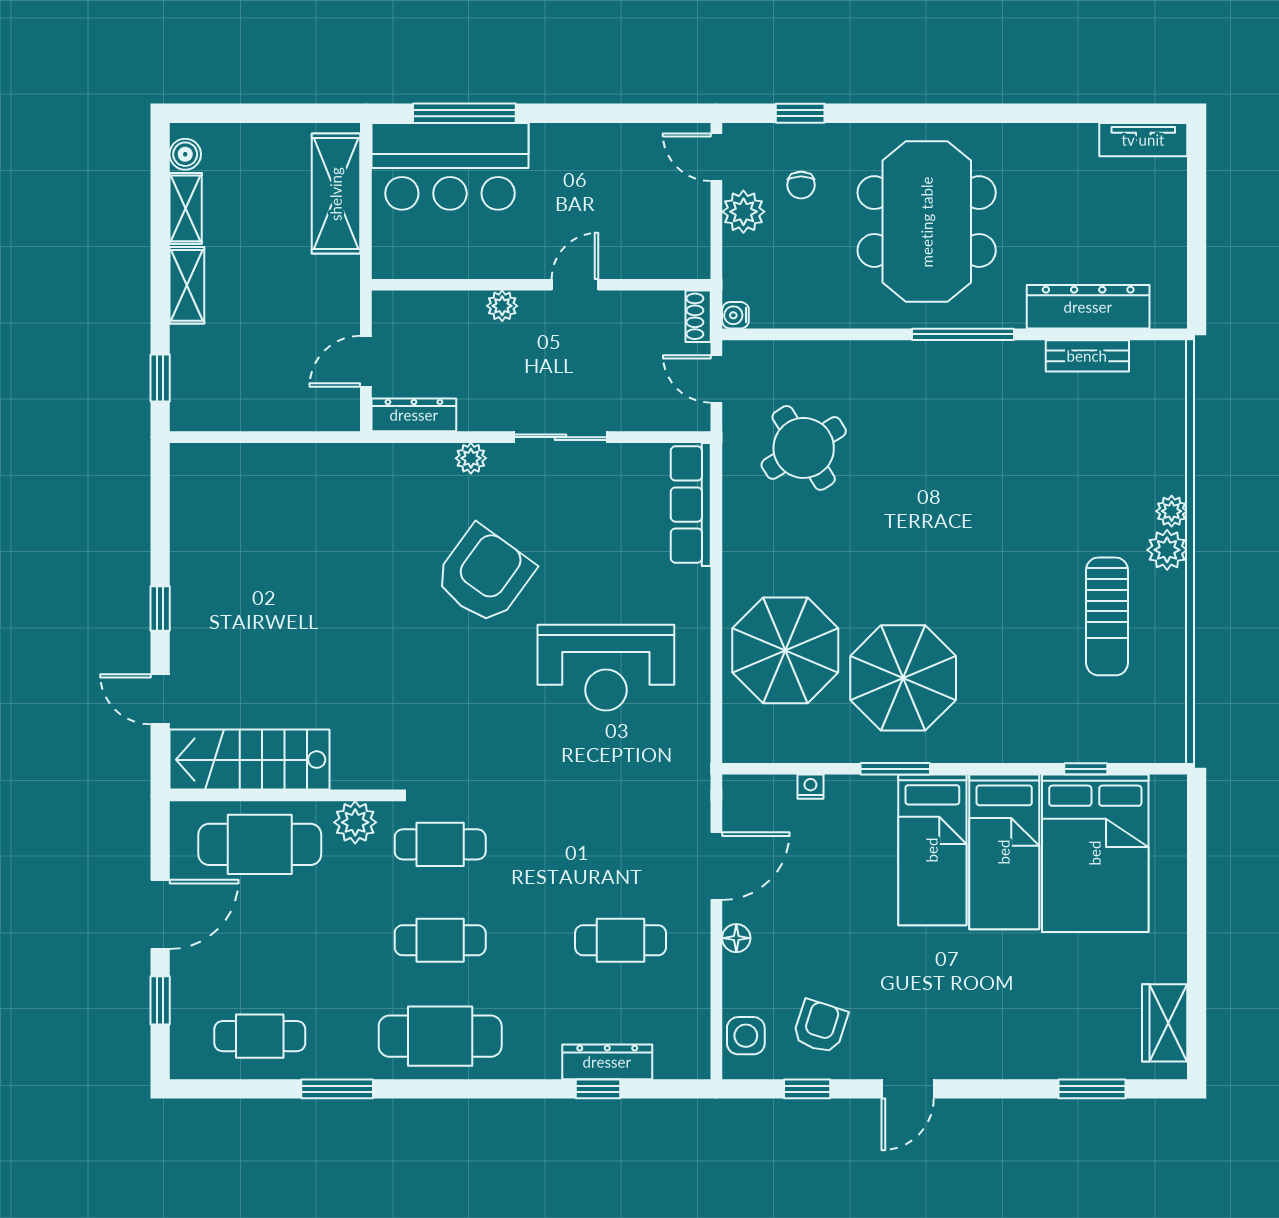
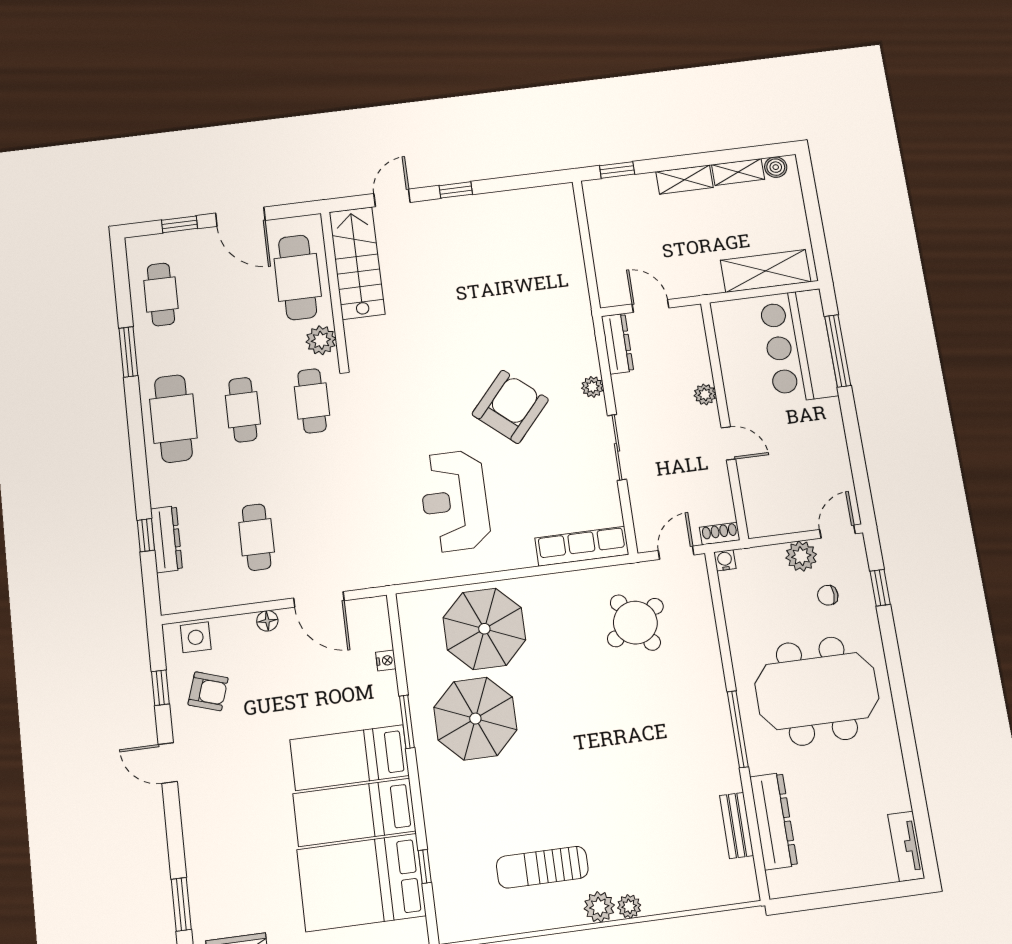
armchair: (484, 575) -> (510, 407), turned -85

